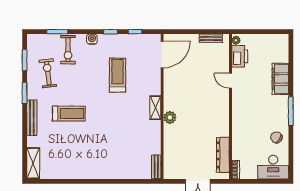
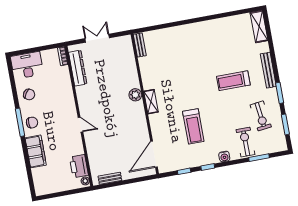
door: (230, 81) -> (80, 125), moved
chair: (279, 109) -> (32, 123), added

